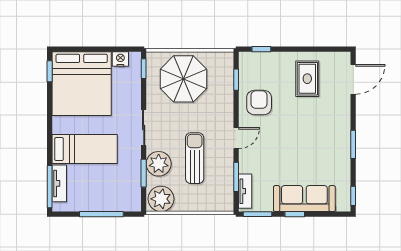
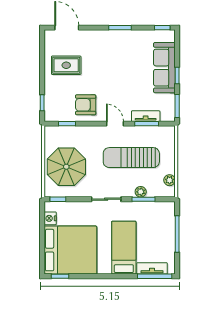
sun lounger: (195, 158) -> (131, 158), width x1.36, depth x1.34
plant: (159, 164) -> (141, 192), width x0.53, depth x0.53
tv unit: (245, 191) -> (146, 116), moved
plant: (161, 199) -> (170, 180), width x0.53, depth x0.53

